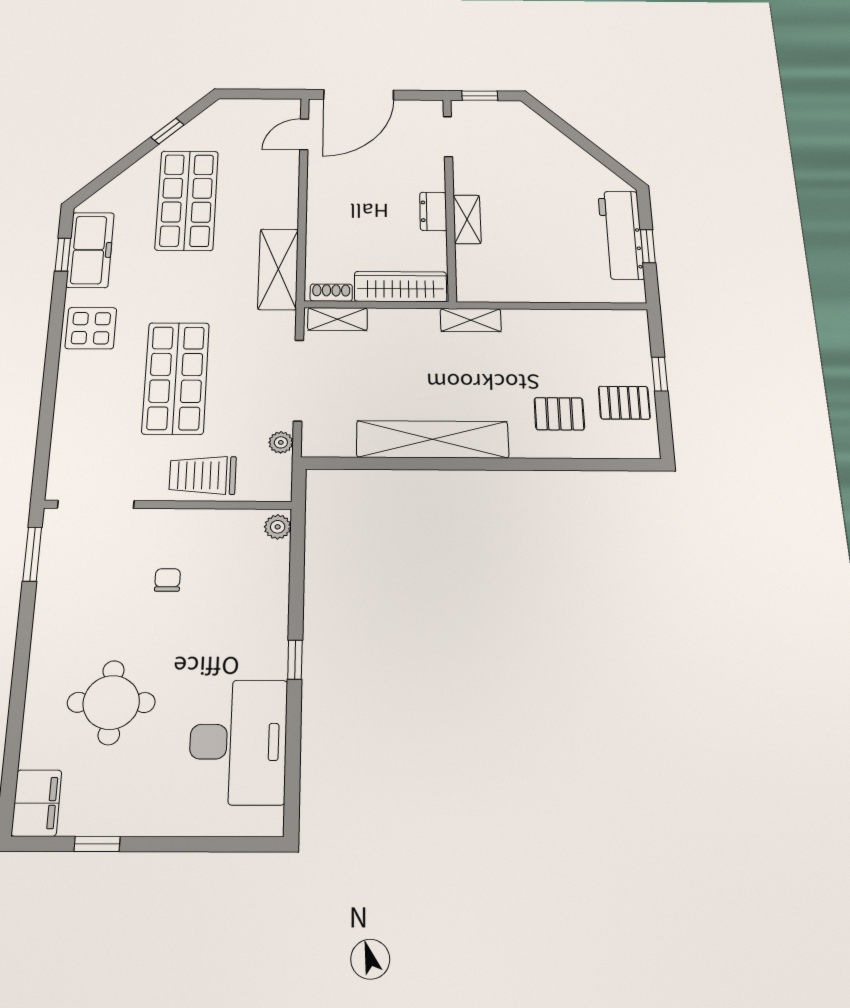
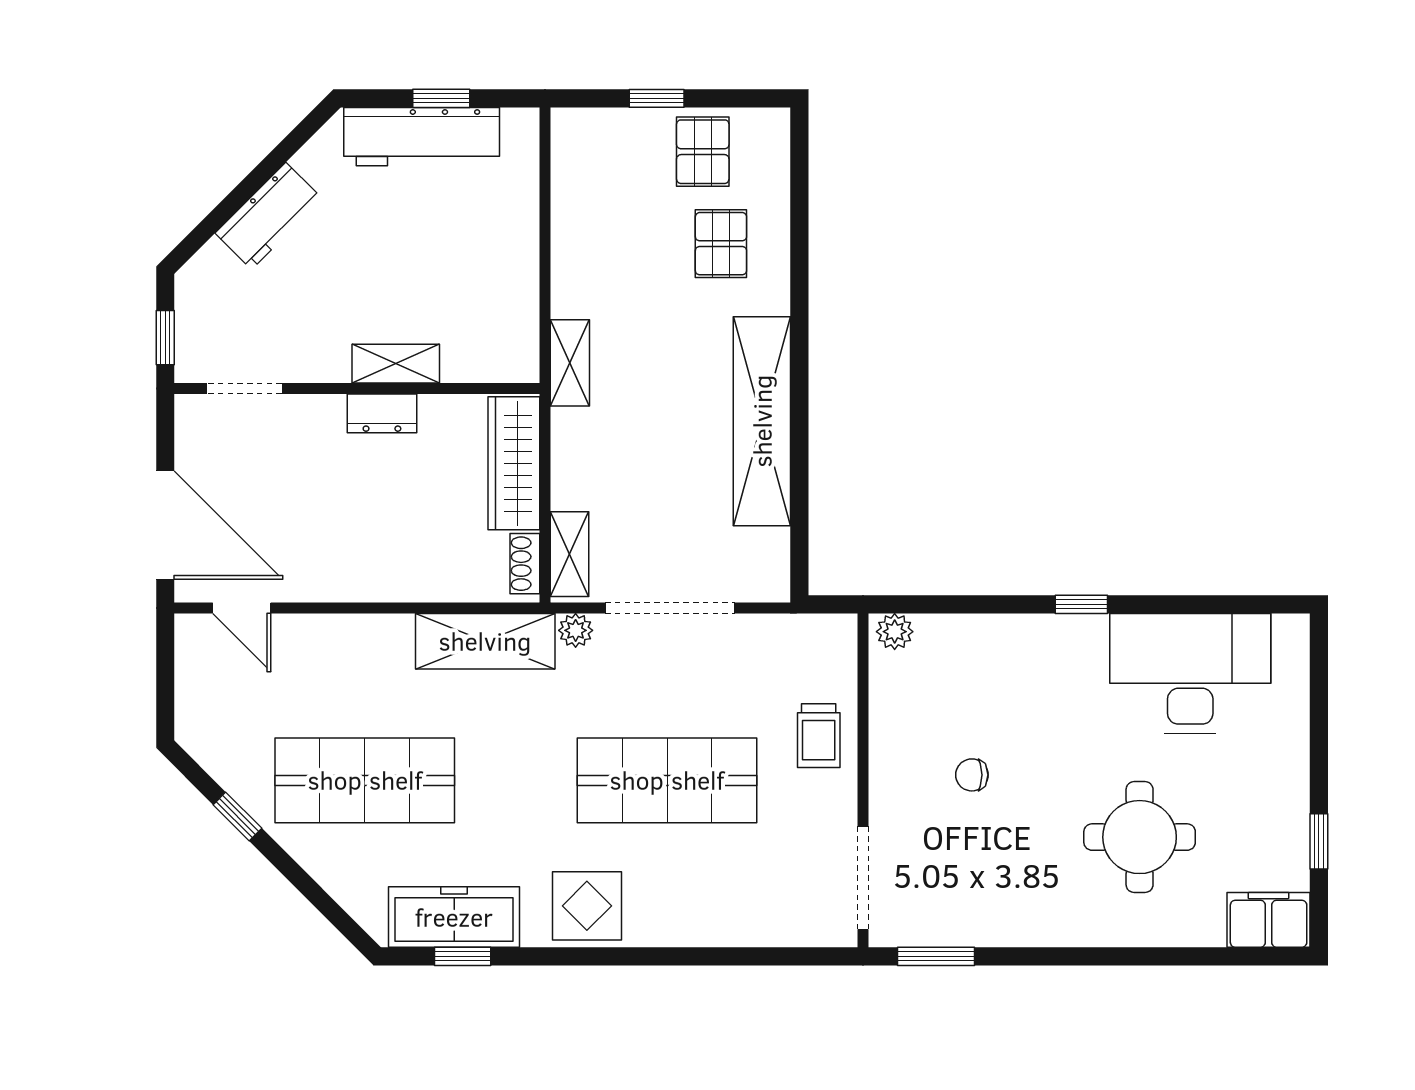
workbench: (562, 151) -> (269, 216), added
plant: (281, 442) -> (576, 630), moved
trolley: (203, 475) -> (819, 736), width x0.73, depth x0.72

